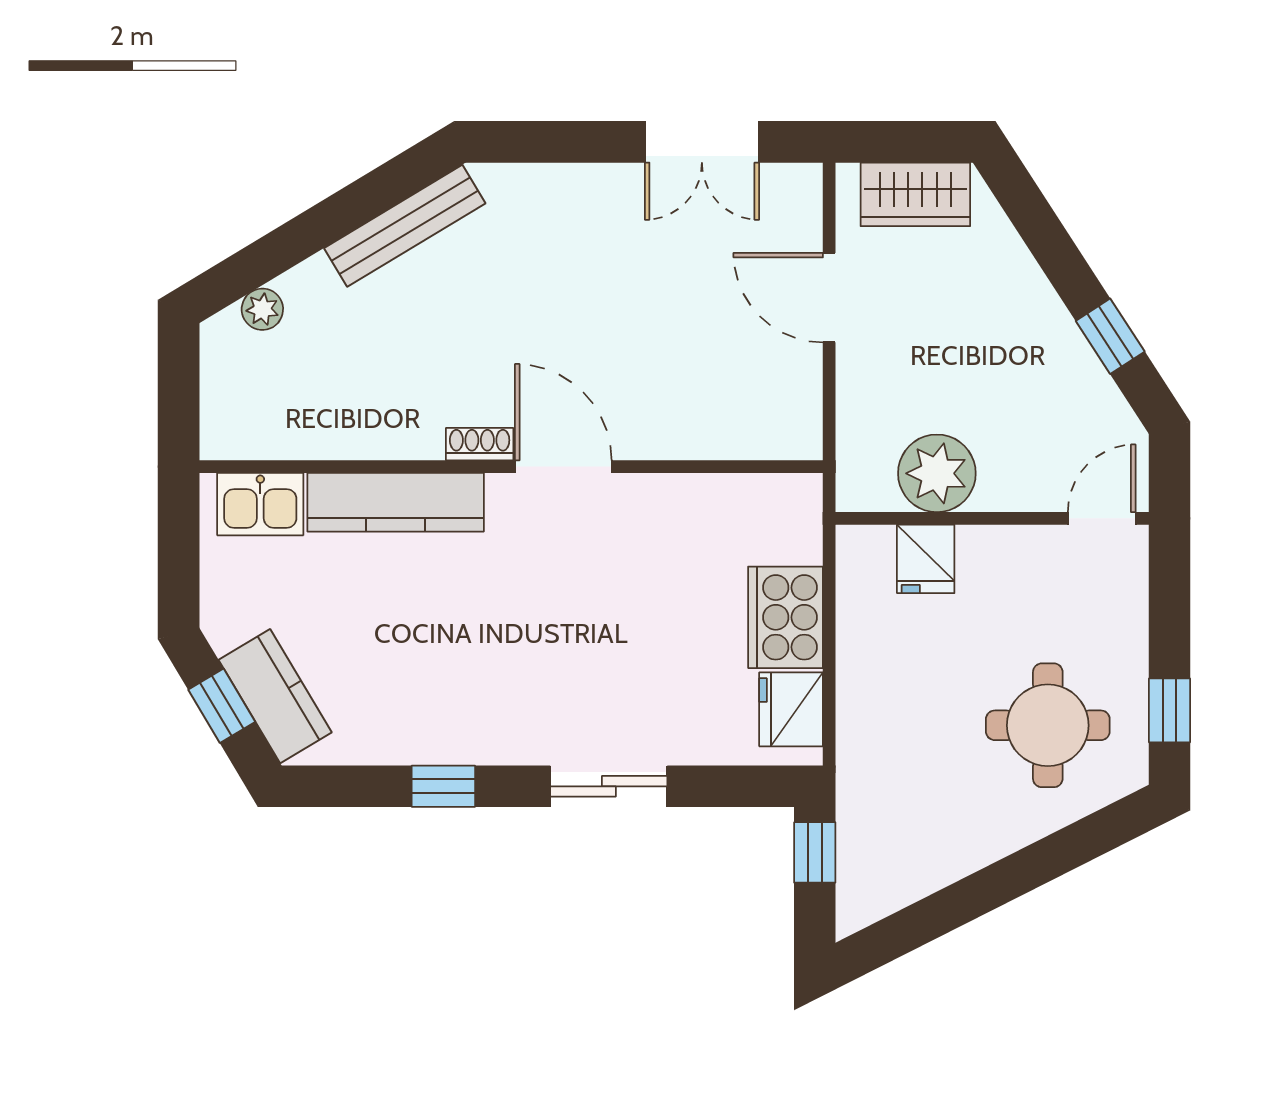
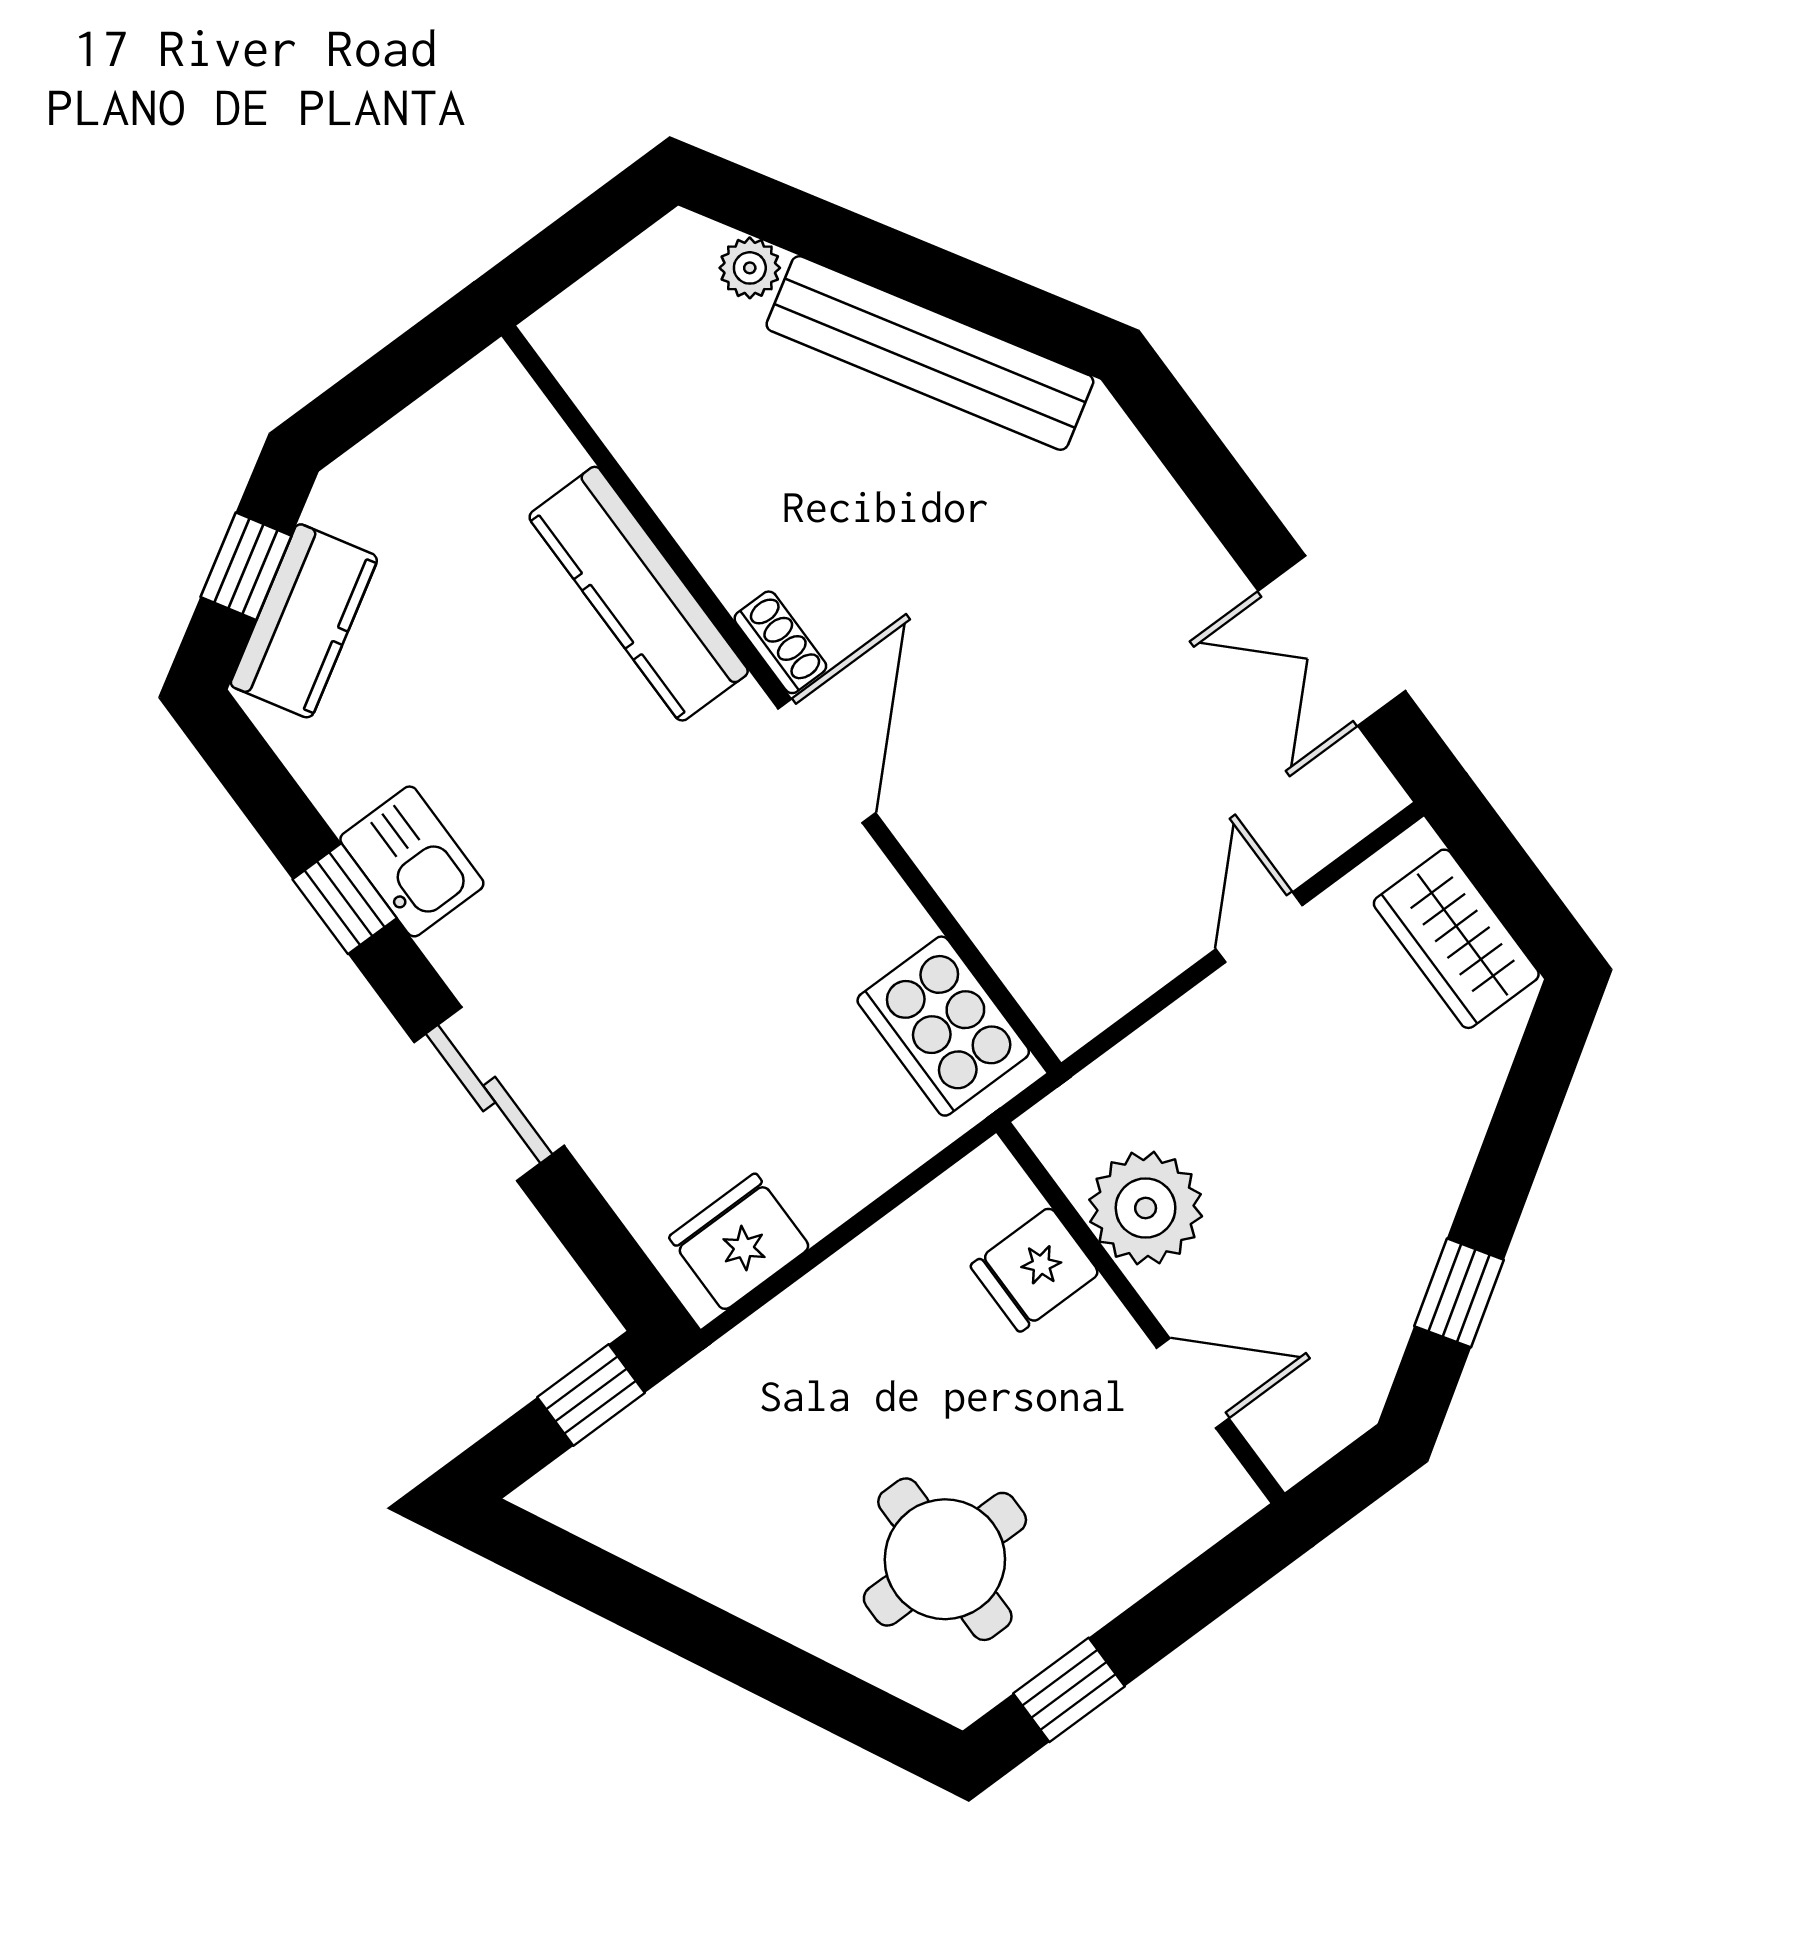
bench: (405, 226) -> (930, 353), width x1.37, depth x1.21
door: (829, 298) -> (1259, 927), width x0.73
kitchen sink: (260, 504) -> (412, 861), moved, turned 180
door: (1102, 518) -> (1193, 1383), moved
cooker: (786, 617) -> (943, 1026), moved, turned -90

